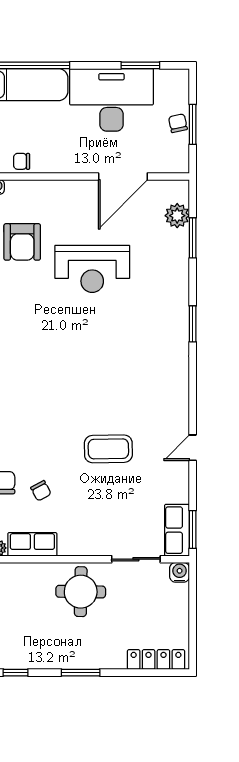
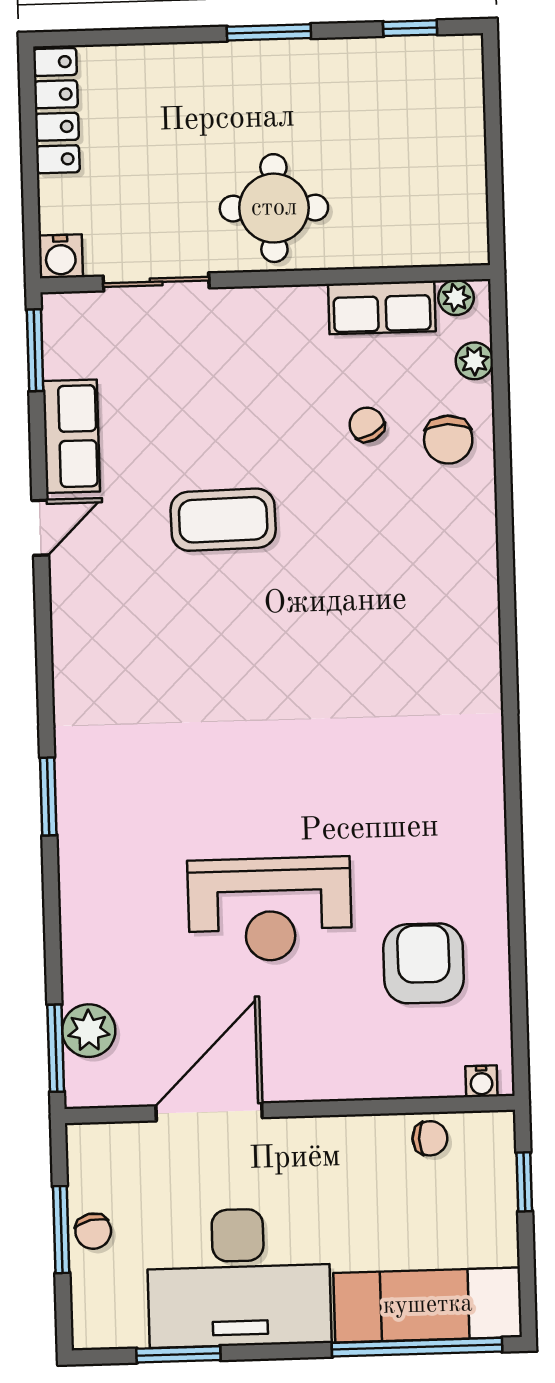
window: (193, 238) -> (56, 1048), moved
reception desk: (92, 269) -> (270, 909), turned 180
row of seats: (177, 530) -> (71, 436), moved
locker: (156, 659) -> (56, 111), moved, turned -90

